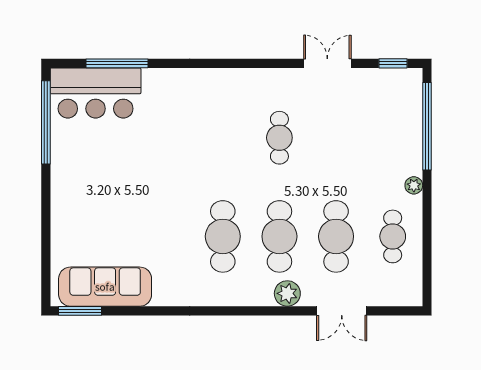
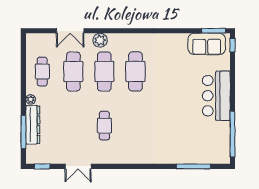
bar counter: (96, 93) -> (216, 96), moved, turned -90
window: (427, 126) -> (23, 132), width x0.68
dresser: (410, 139) -> (33, 125), added
window: (46, 285) -> (232, 45), added
sofa: (105, 287) -> (207, 44), width x0.73
double door: (342, 311) -> (70, 31), swing flipped

